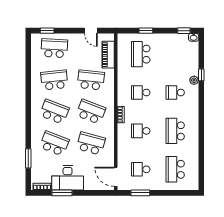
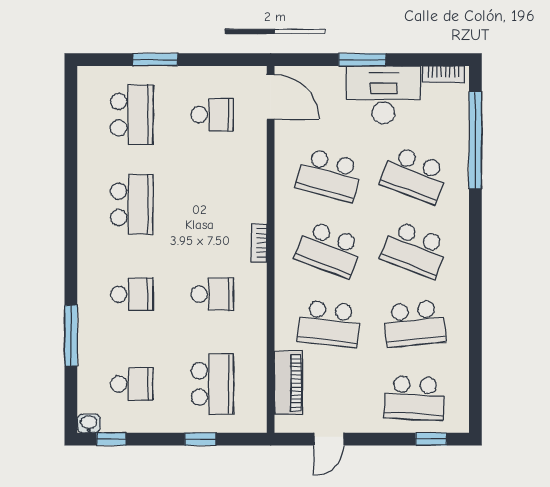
door: (91, 31) -> (329, 439), swing flipped
window: (201, 75) -> (71, 335), width x2.17
plant: (194, 80) -> (88, 323), removed
school desk: (141, 131) -> (132, 384), moved
window: (28, 158) -> (475, 140), width x2.11
window: (62, 193) -> (362, 60), moved
window: (140, 193) -> (155, 60), moved

